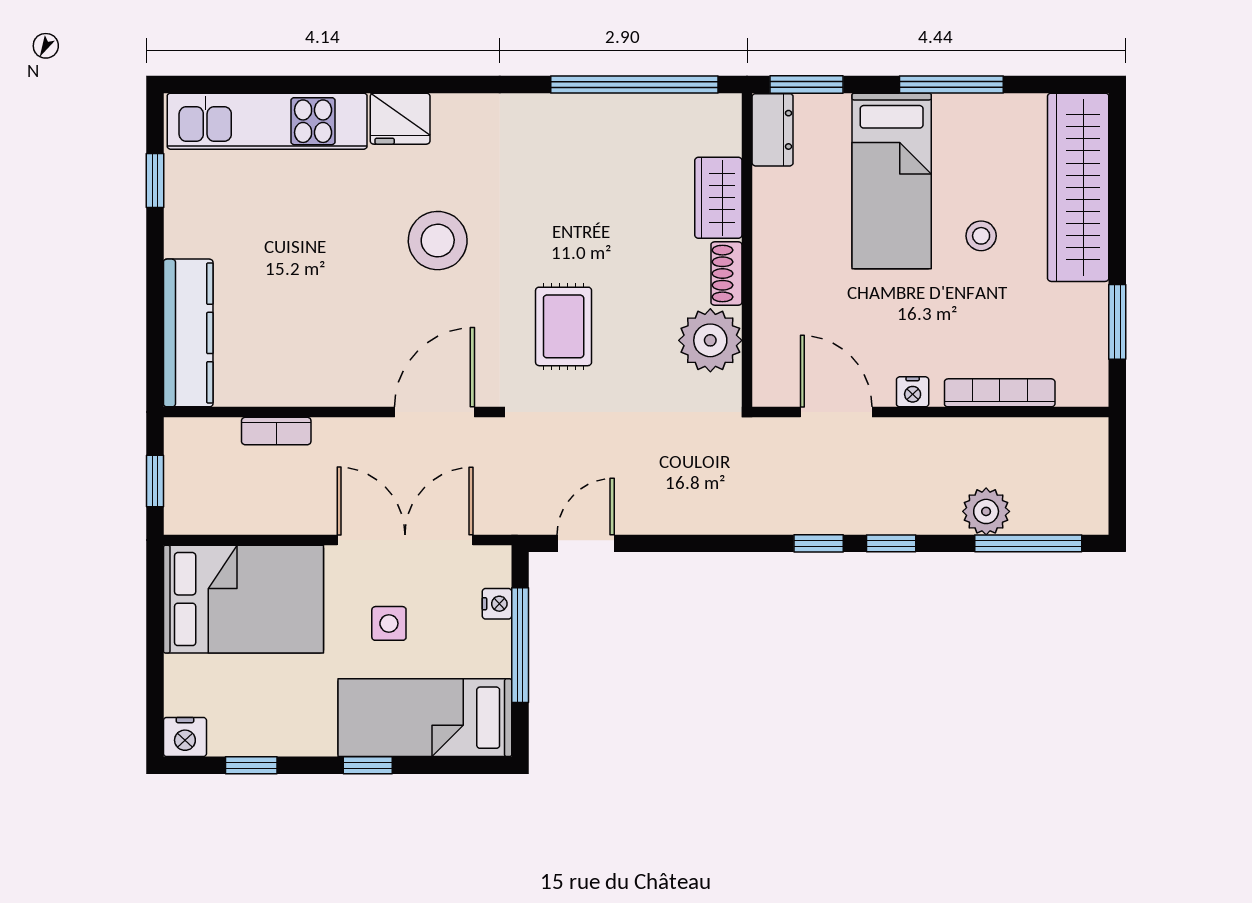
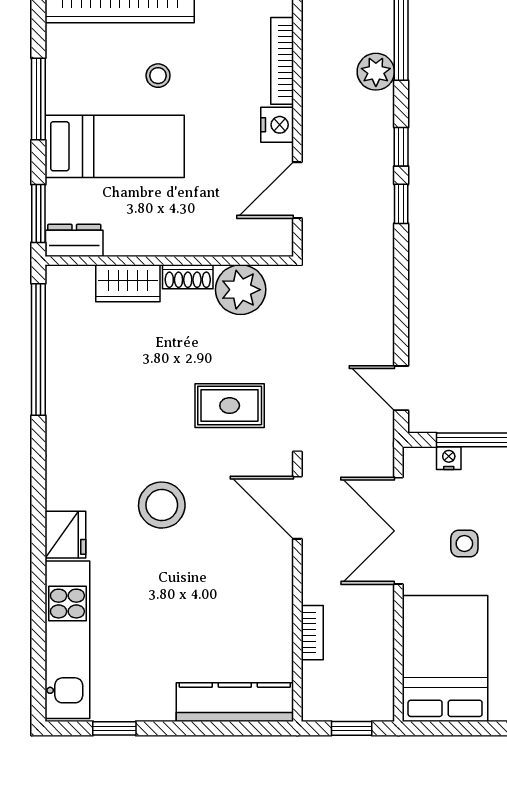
nightstand: (913, 392) -> (277, 125), width x1.39, depth x1.35

